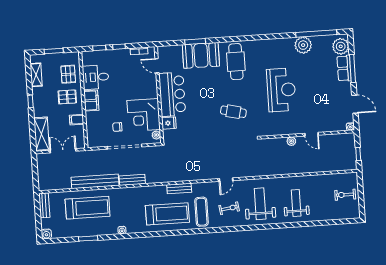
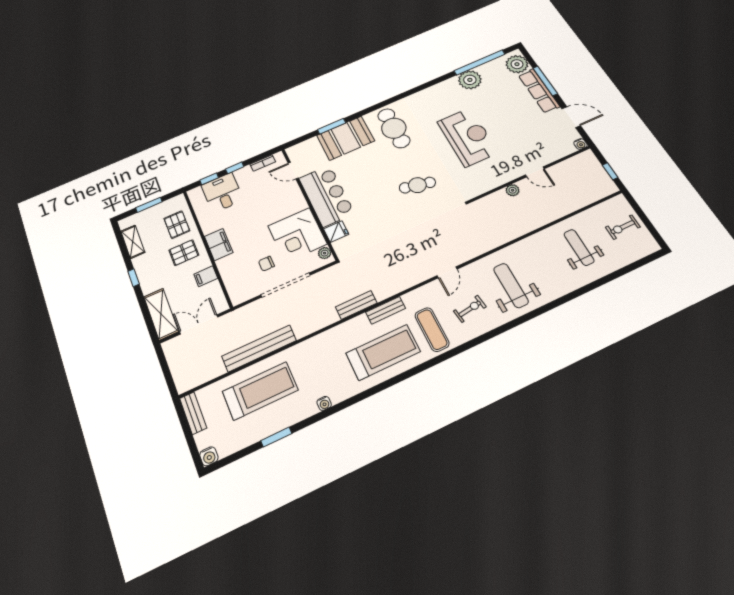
row of seats: (344, 68) -> (539, 91), width x1.48
desk: (96, 77) -> (222, 193), moved, turned 90
bench: (132, 180) -> (356, 305), moved
weight bench: (296, 203) -> (579, 247), moved

